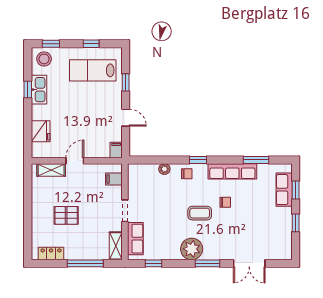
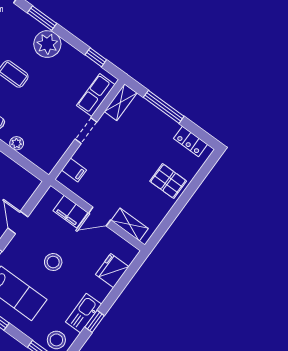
stool: (83, 109) -> (53, 262), added
filing cabinet: (116, 150) -> (70, 212), moved, width x2.00
pallet: (66, 215) -> (168, 181), moved

